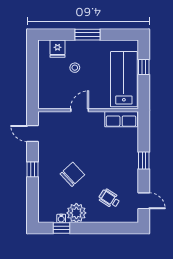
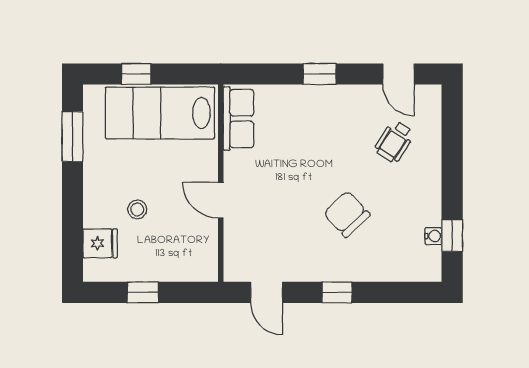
window: (88, 35) -> (72, 137), moved
window: (33, 71) -> (143, 292), added
door: (33, 133) -> (267, 292), hinge flipped
door: (144, 201) -> (399, 74), swing flipped
plant: (76, 213) -> (423, 206), removed

